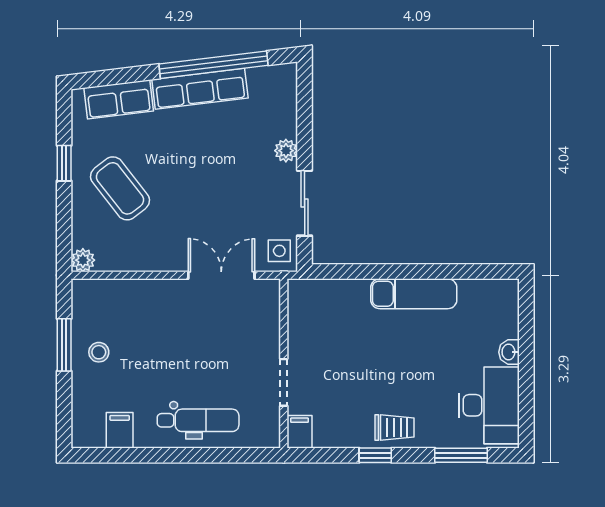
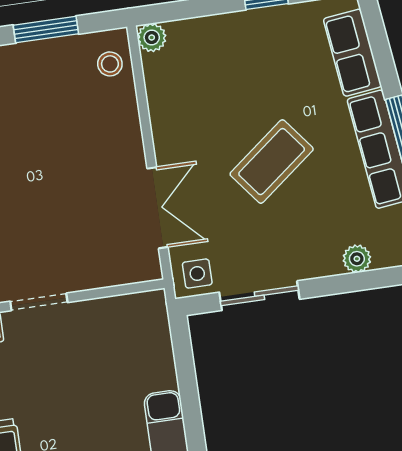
plant: (286, 151) -> (357, 259), moved
coffee table: (120, 188) -> (272, 162), moved
stool: (99, 352) -> (110, 64), moved

